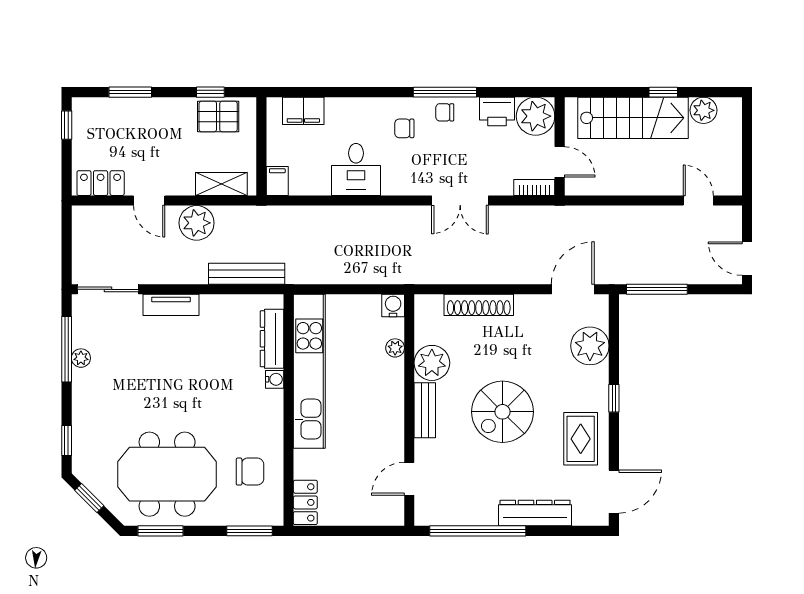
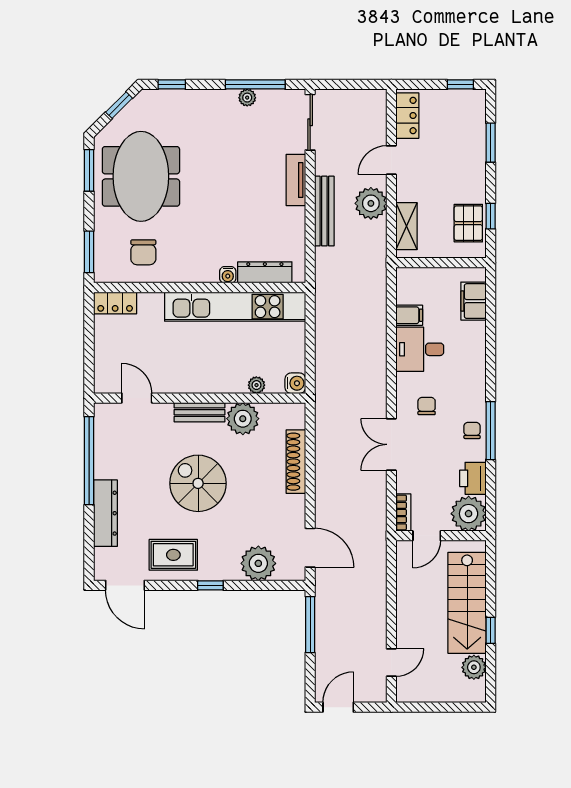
chair: (404, 128) -> (427, 406), moved
filing cabinet: (277, 181) -> (409, 315), moved
bench: (247, 274) -> (324, 211), moved

